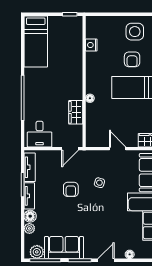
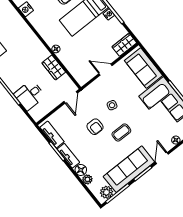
desk: (40, 134) -> (30, 95), moved, turned 90
coffee table: (89, 212) -> (121, 132), added
sofa: (64, 248) -> (129, 169), width x1.36

